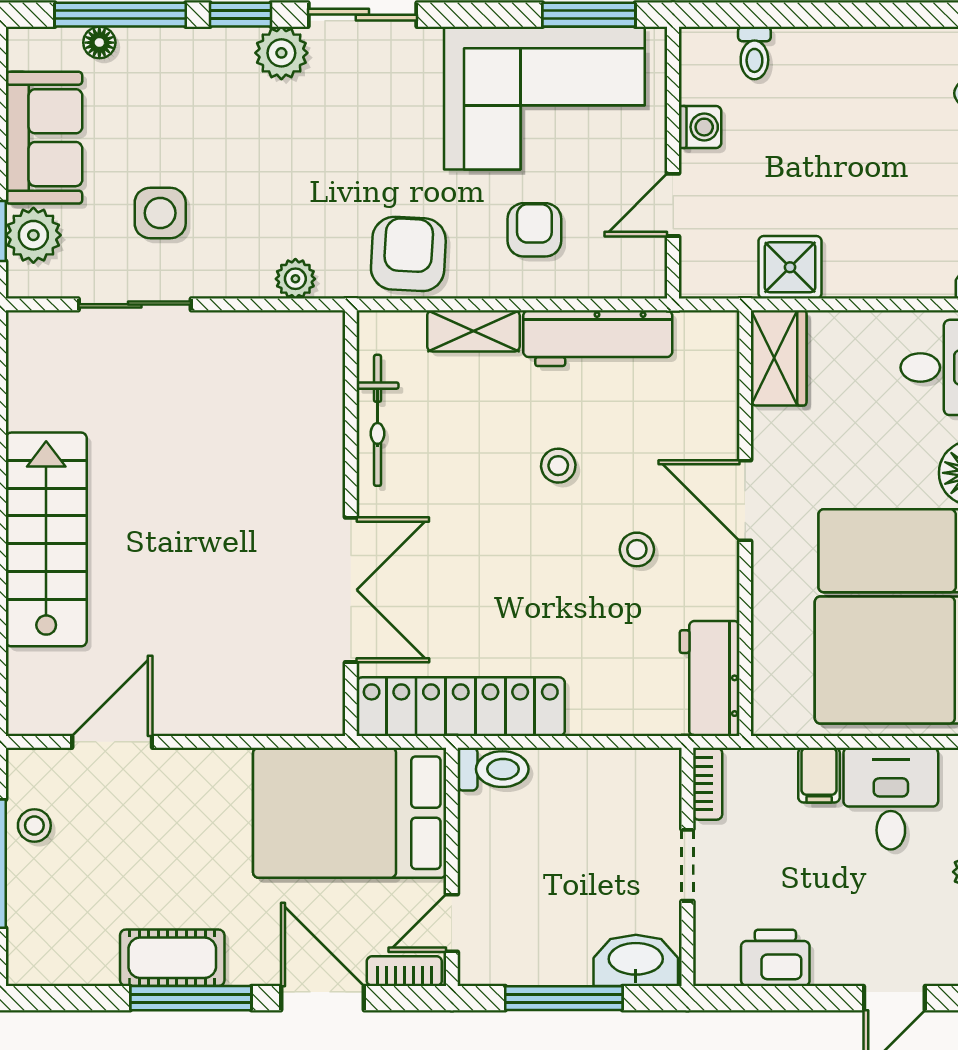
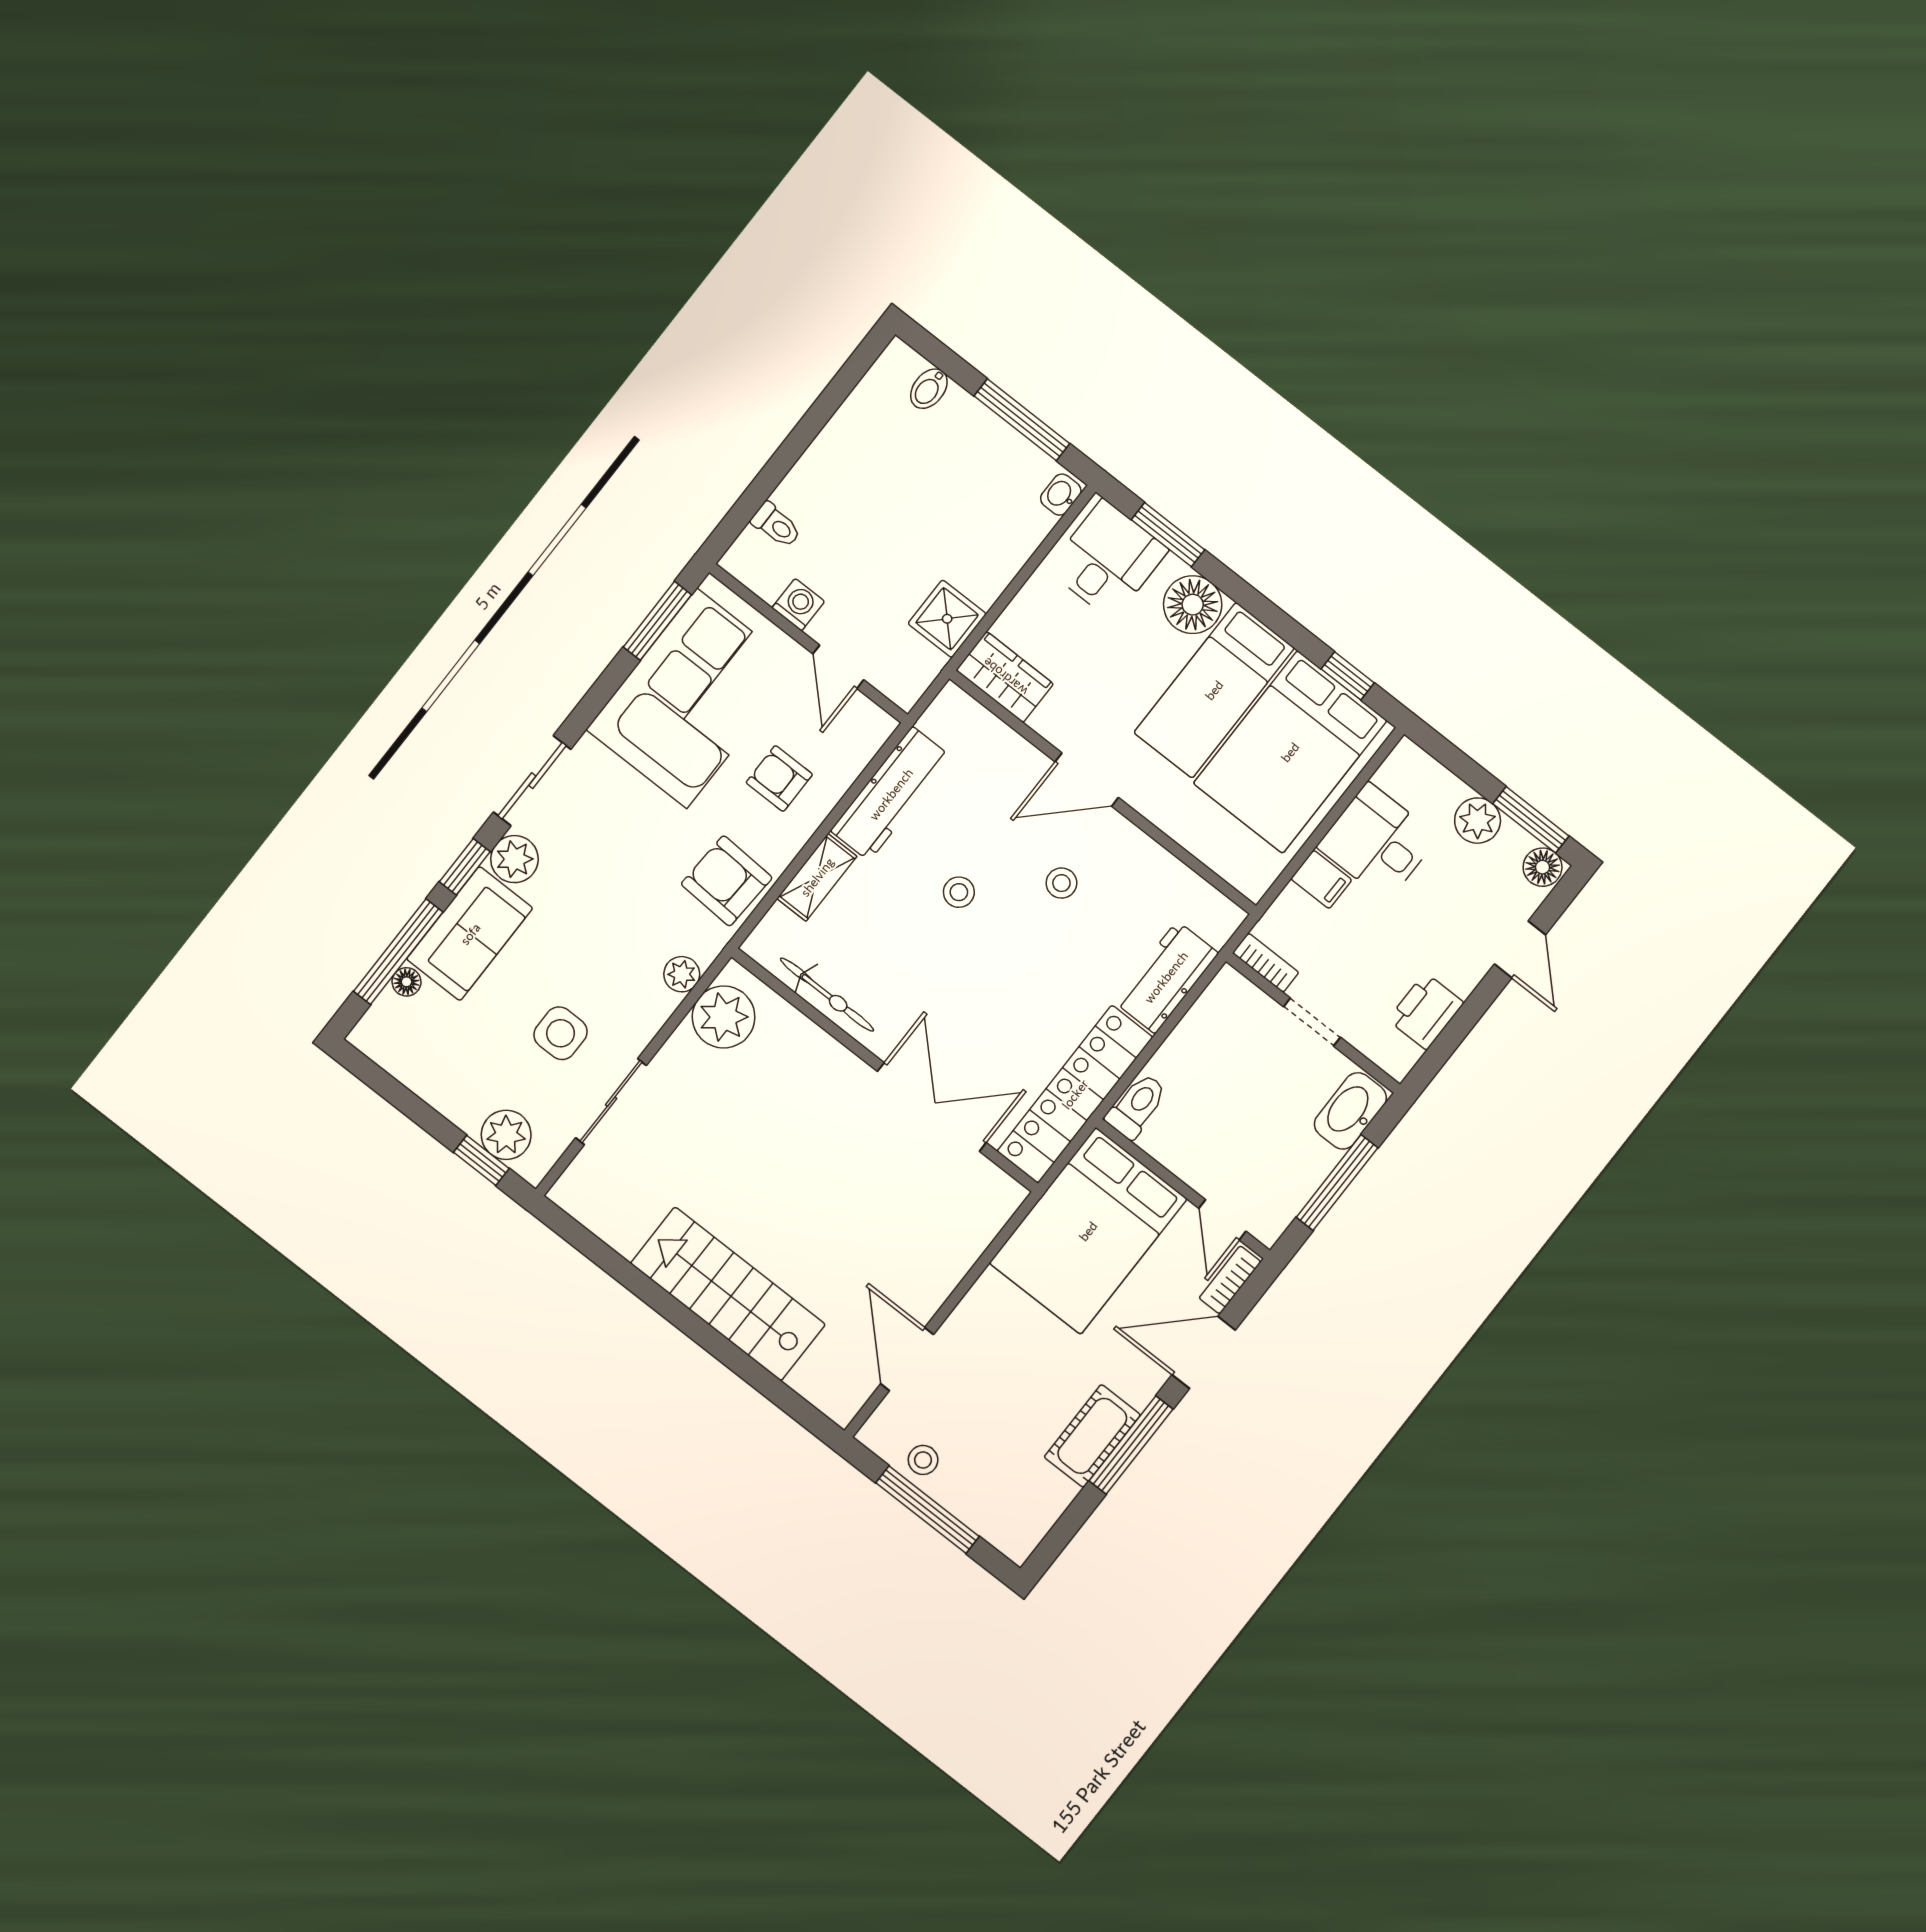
sofa: (44, 138) -> (470, 934), moved, turned 90
plant: (287, 345) -> (724, 1017), added
workbench: (710, 678) -> (1166, 977), moved, turned 90

